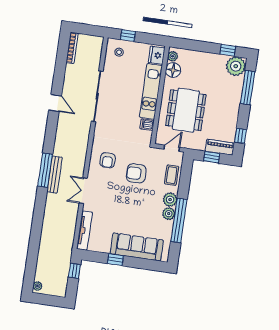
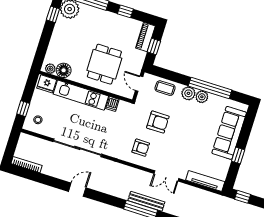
dining table: (186, 110) -> (104, 64), width x0.73
window: (241, 136) -> (125, 11), moved
armchair: (136, 173) -> (158, 122), turned -89

